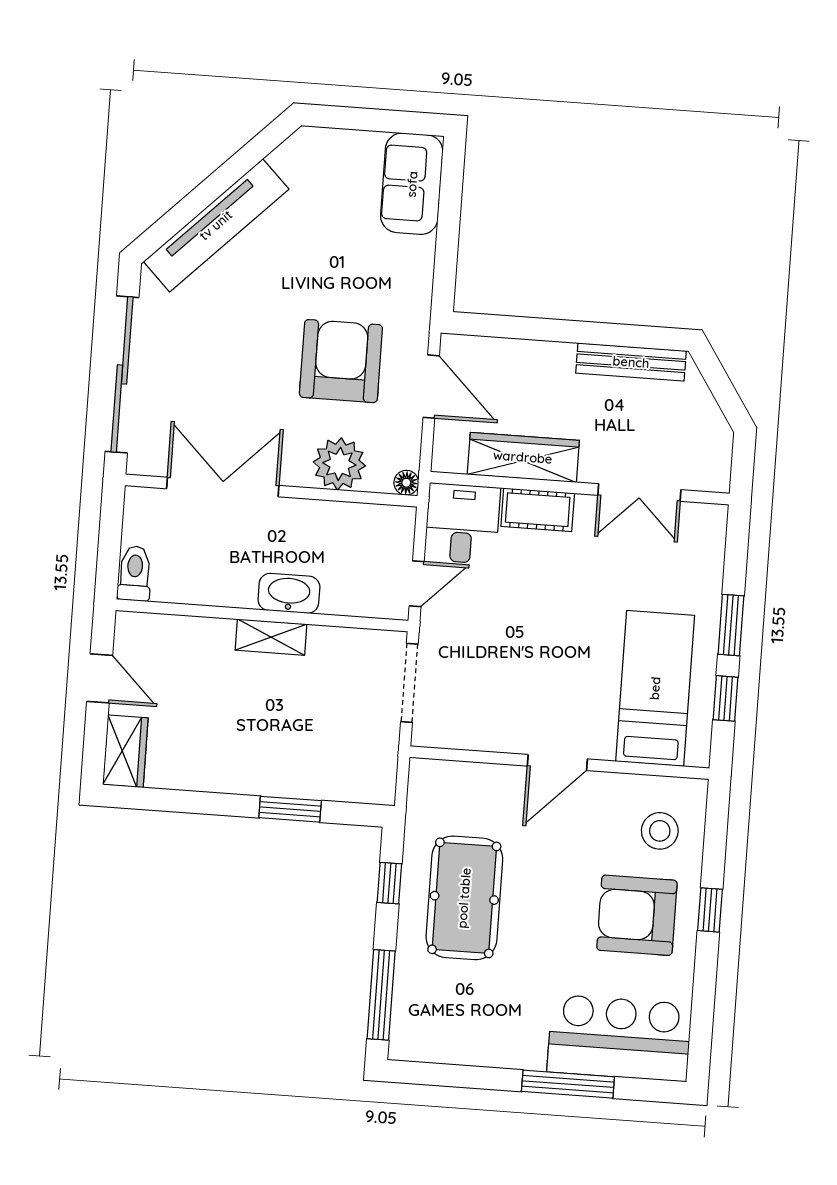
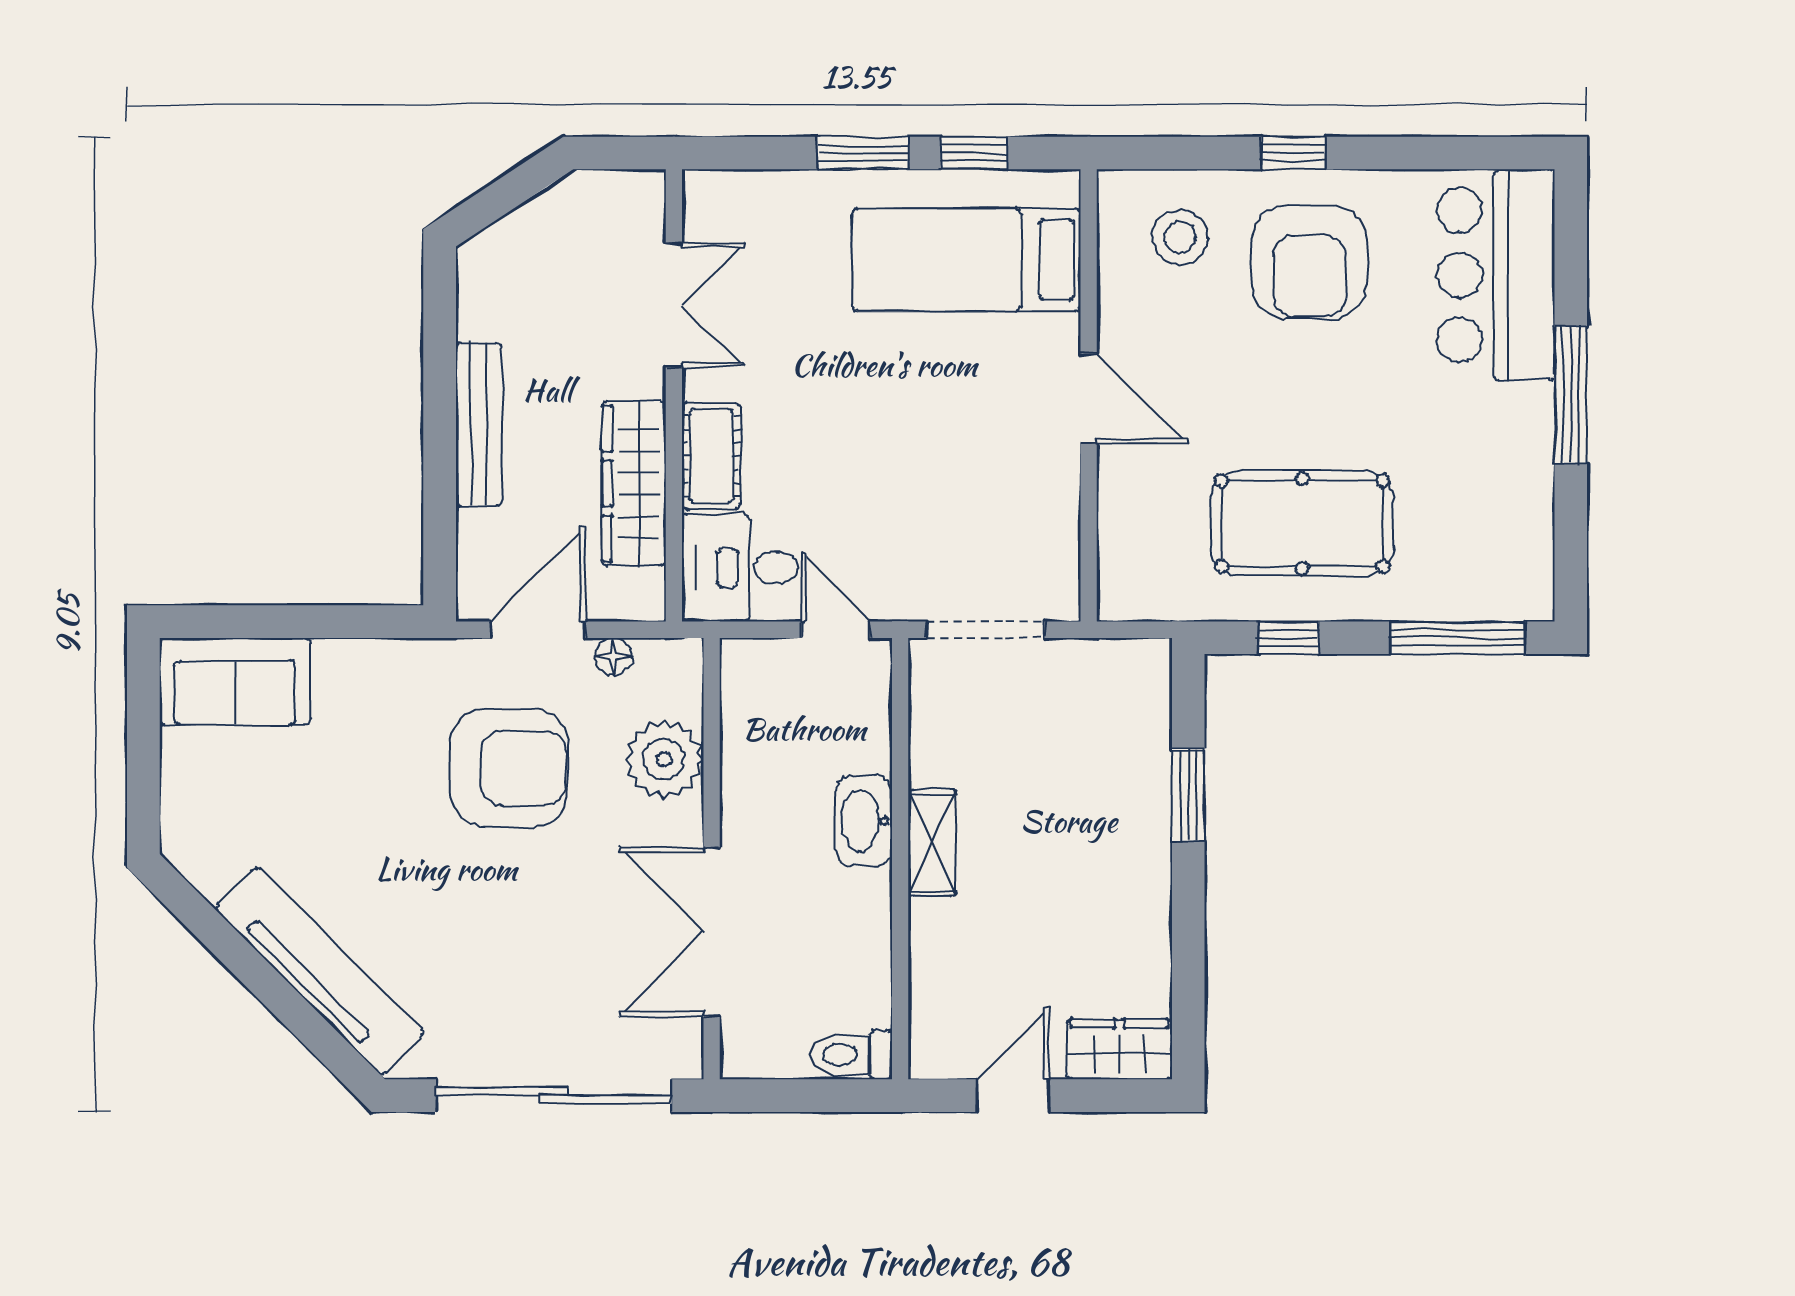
armchair: (341, 361) -> (509, 768), turned 180
bench: (631, 362) -> (479, 424), moved
floor lamp: (406, 483) -> (613, 656), moved
window: (568, 1084) -> (1571, 395), moved

